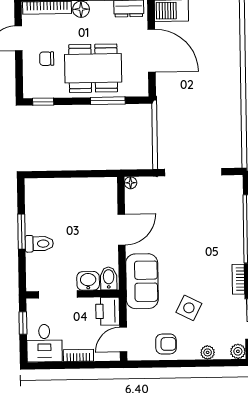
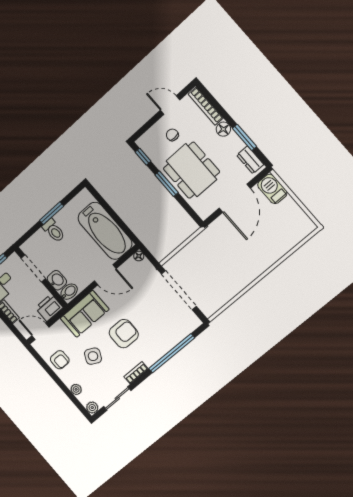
window: (108, 101) -> (167, 184), moved
bathtub: (81, 195) -> (105, 231), added
armchair: (192, 259) -> (124, 334), added

